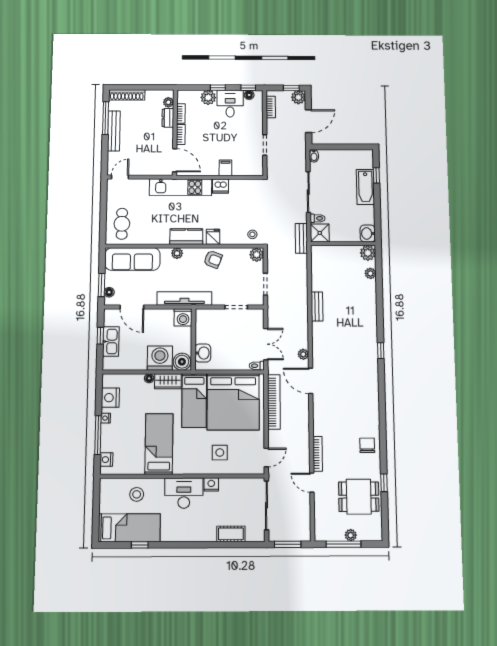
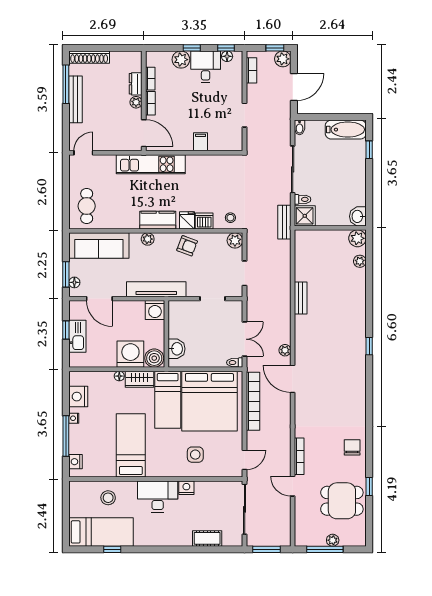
plant: (168, 102) -> (136, 102), moved
dishwasher: (220, 186) -> (204, 221), moved, turned 180
bathtub: (365, 187) -> (346, 130), moved, turned -90

